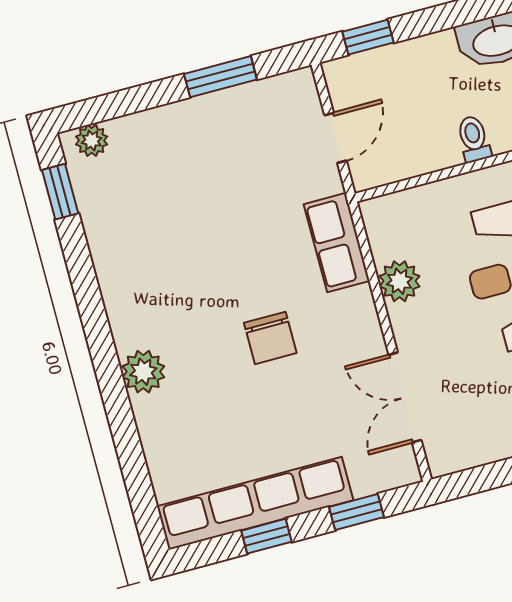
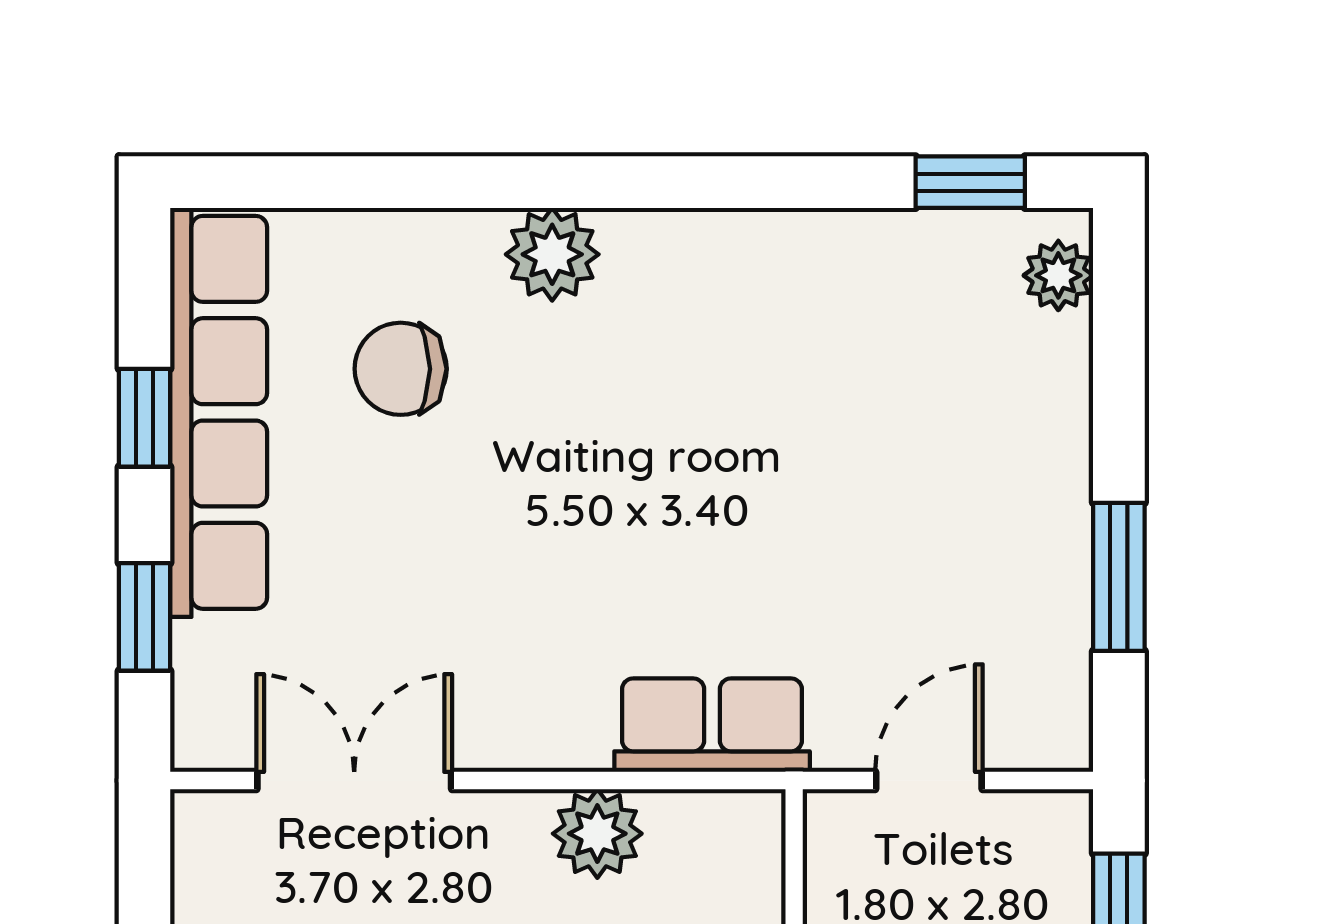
door: (335, 138) -> (929, 780), swing flipped
chair: (270, 338) -> (401, 369), moved

